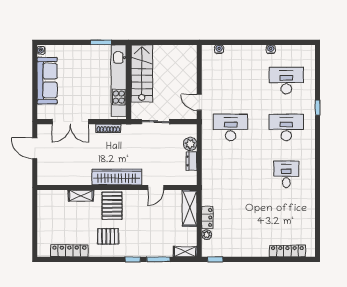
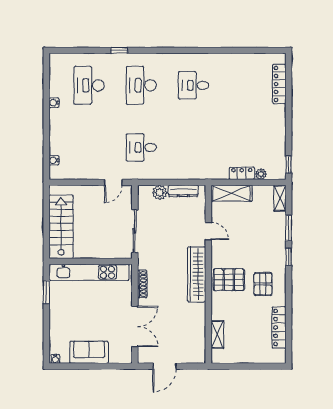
stairs: (142, 73) -> (61, 227), moved, turned 90
sofa: (47, 81) -> (89, 352), width x0.73
sliding door: (156, 122) -> (135, 231), width x1.37
desk: (231, 127) -> (141, 147), width x0.73
dresser: (192, 161) -> (183, 191), width x1.44
shelving: (81, 196) -> (217, 335), moved

